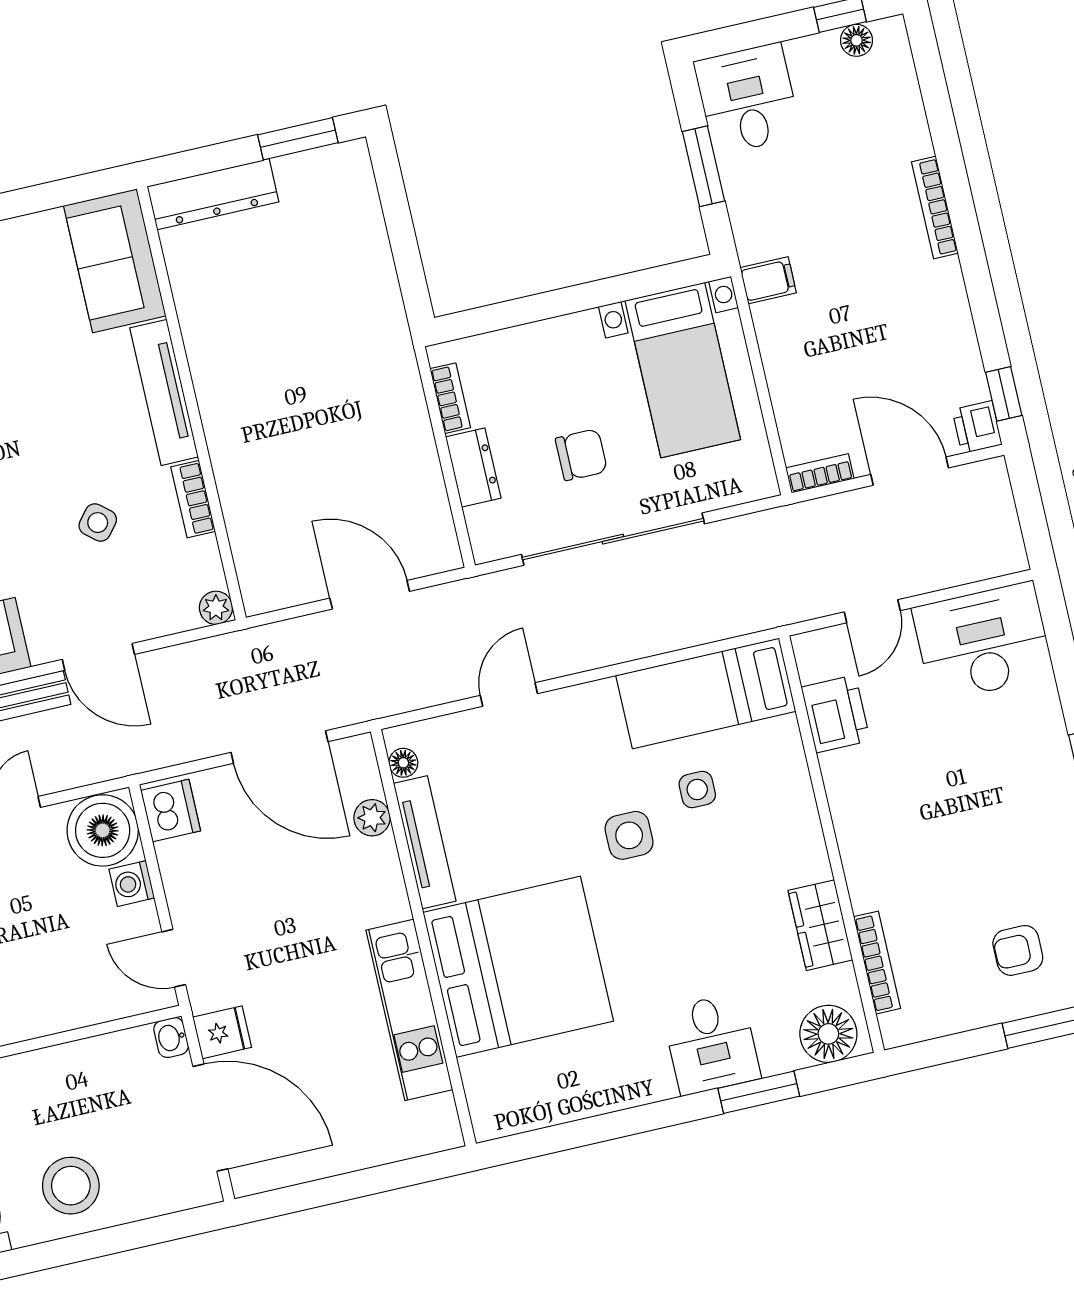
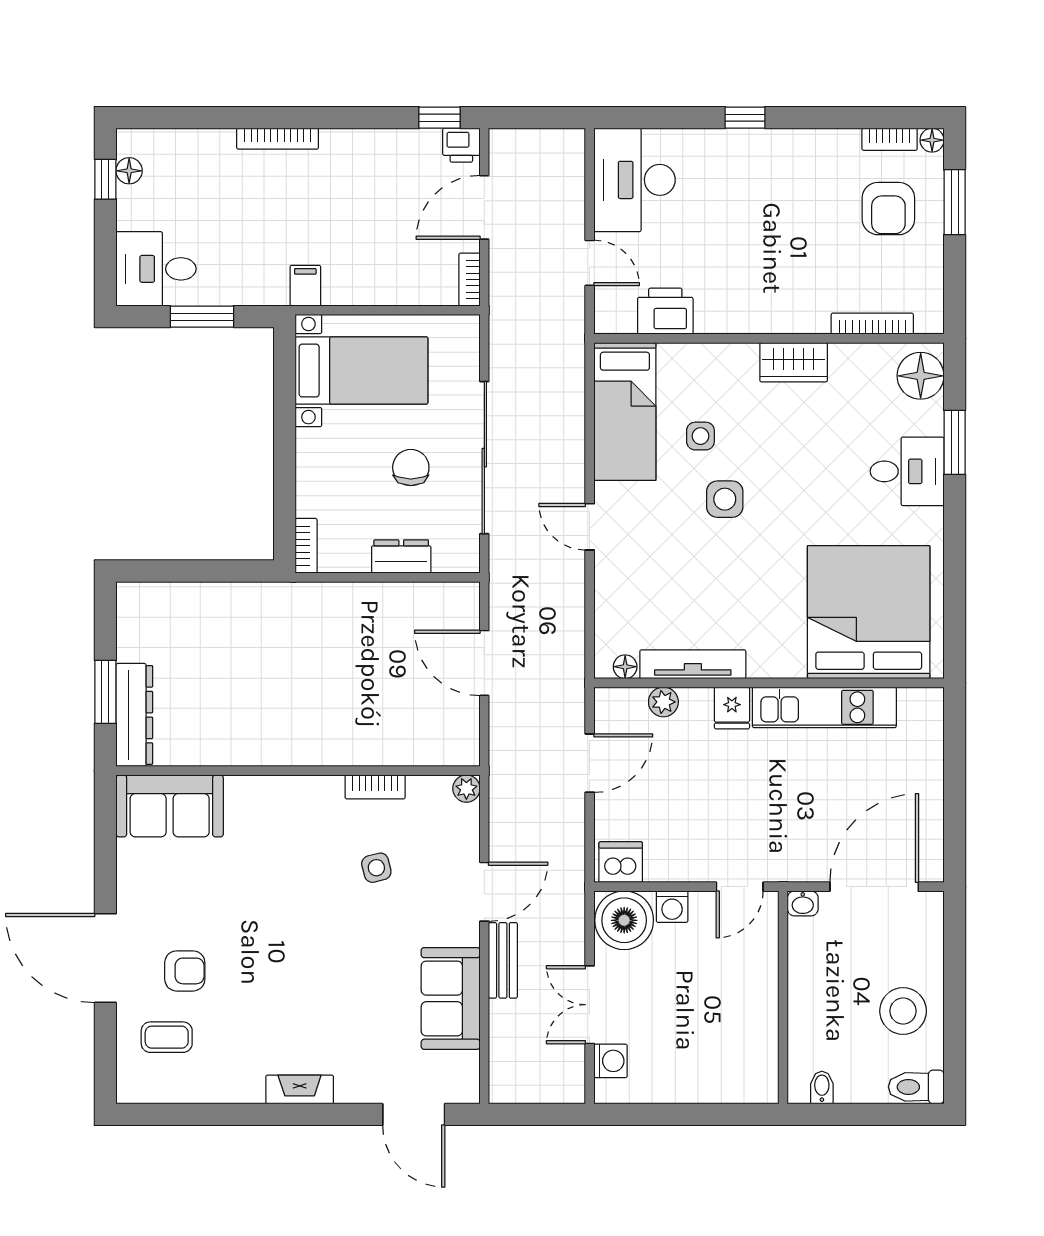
window: (298, 139) -> (105, 692), moved
tv unit: (164, 392) -> (284, 791), removed
bookcase: (450, 398) -> (306, 546), moved, turned 90
side table: (98, 523) -> (376, 868), turned 36
door: (370, 595) -> (484, 663), hinge flipped
door: (509, 694) -> (590, 527), moved
door: (280, 747) -> (590, 763), width x0.73
wardrobe: (820, 925) -> (794, 362), moved
armchair: (1018, 950) -> (888, 209), width x1.38, depth x1.38
bed: (518, 967) -> (869, 612), moved
fridge: (222, 1032) -> (732, 708), moved, turned 180

